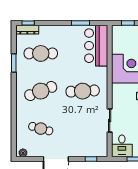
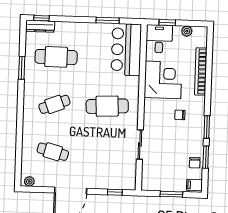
cafe table: (41, 91) -> (54, 104), width x0.73, depth x0.74
desk: (122, 146) -> (159, 39), moved, turned 180

